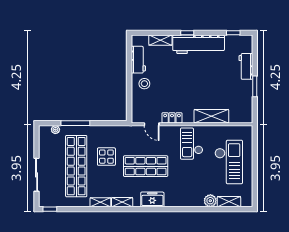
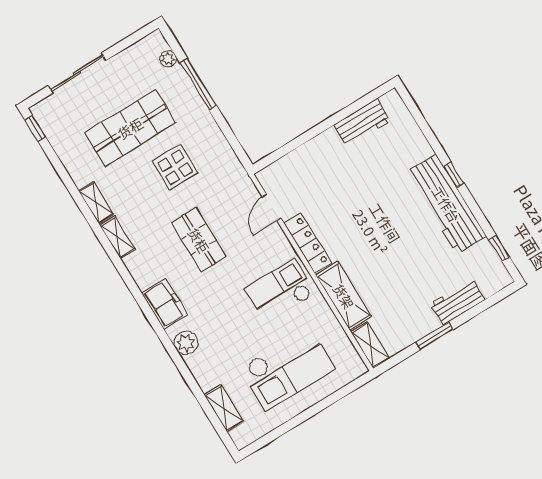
shelving: (160, 40) -> (370, 345), moved
stool: (144, 84) -> (330, 156), removed
locker: (172, 118) -> (308, 243), width x1.53
shop shelf: (76, 166) -> (130, 128), width x0.71
shop shelf: (146, 166) -> (199, 240), width x0.70, depth x0.74
freezer: (152, 199) -> (165, 304), moved
plant: (210, 201) -> (186, 343), moved

